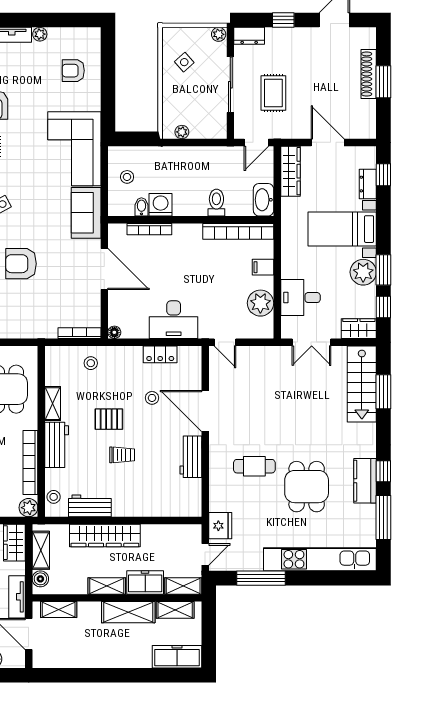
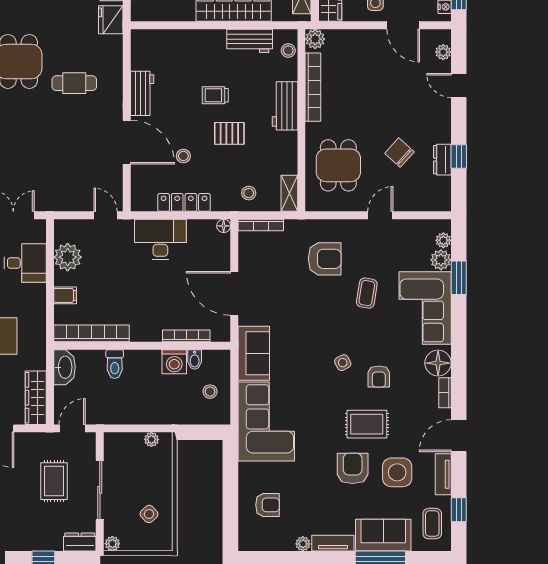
armchair: (21, 264) -> (325, 259), moved
locker: (160, 354) -> (184, 202), width x1.53
shelving: (53, 404) -> (289, 193), moved

